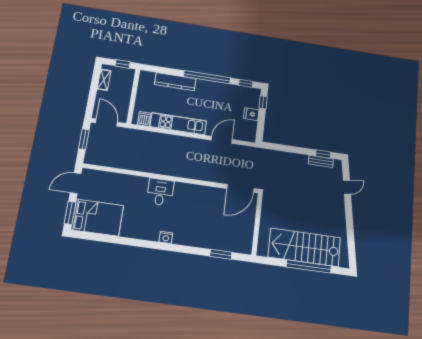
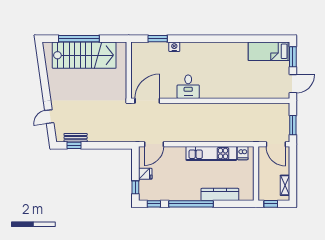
door: (222, 140) -> (154, 144), moved
desk: (160, 192) -> (188, 87), moved
bed: (97, 218) -> (269, 51), width x0.67
nightstand: (166, 237) -> (174, 47), moved

